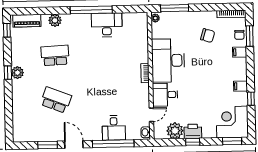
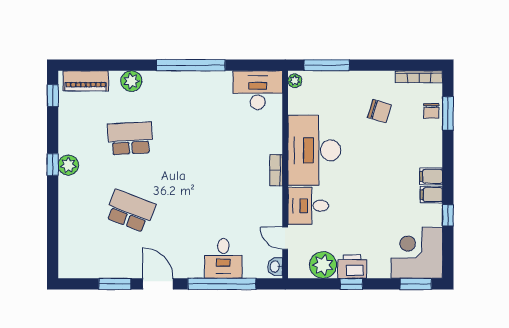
desk: (107, 25) -> (258, 90), moved
filing cabinet: (240, 52) -> (431, 176), moved
door: (151, 115) -> (285, 238), swing flipped

